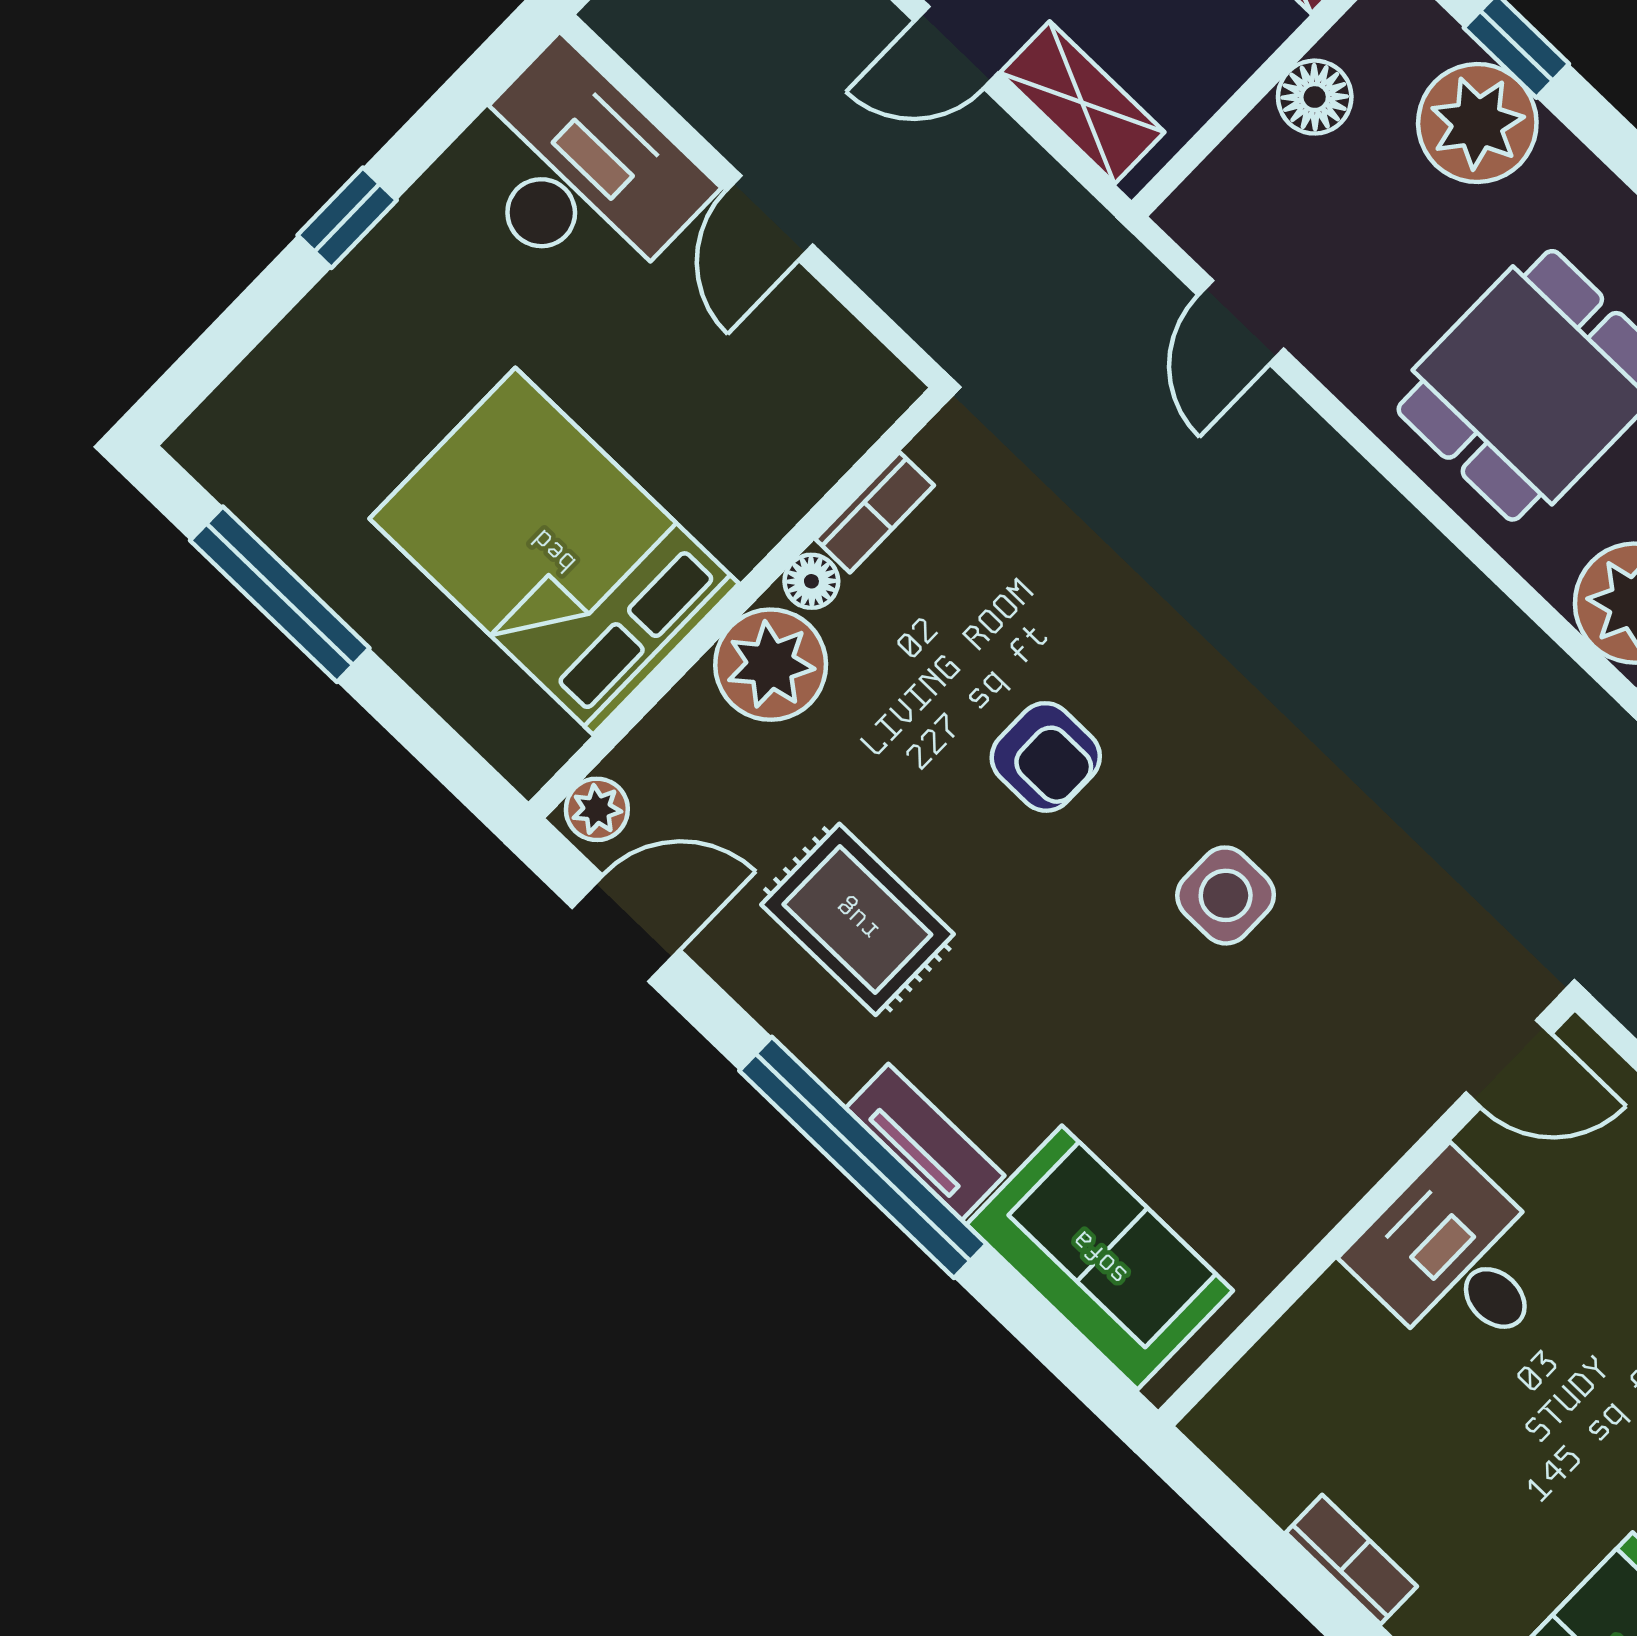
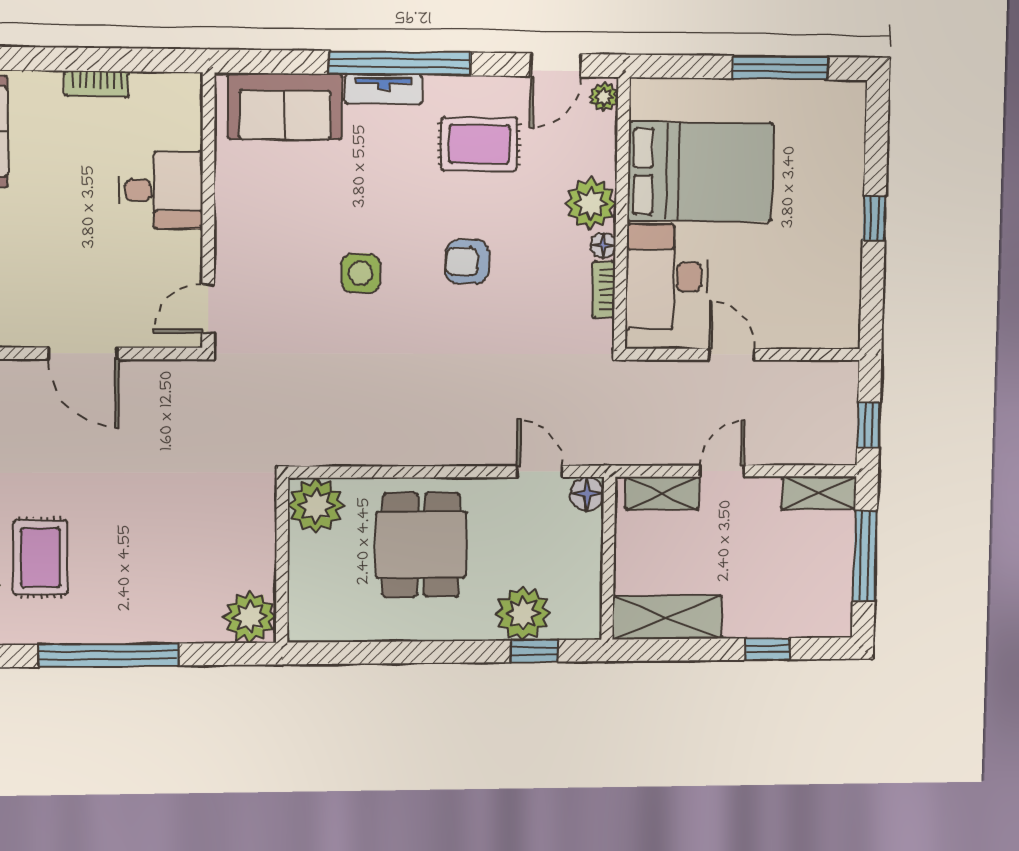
floor lamp: (1315, 97) -> (587, 494), moved
desk: (579, 173) -> (667, 277), moved, turned 90
desk: (1456, 1260) -> (161, 190), moved

